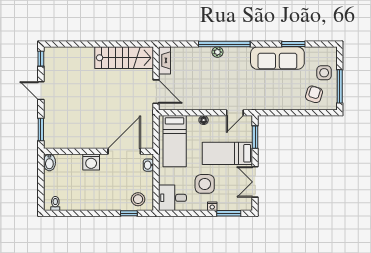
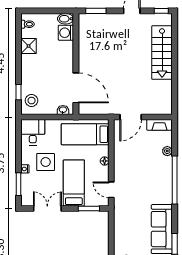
plant: (217, 52) -> (167, 151), moved
stairs: (124, 58) -> (162, 53), moved
washing machine: (91, 162) -> (66, 33), moved
shower: (79, 202) -> (29, 46), added

